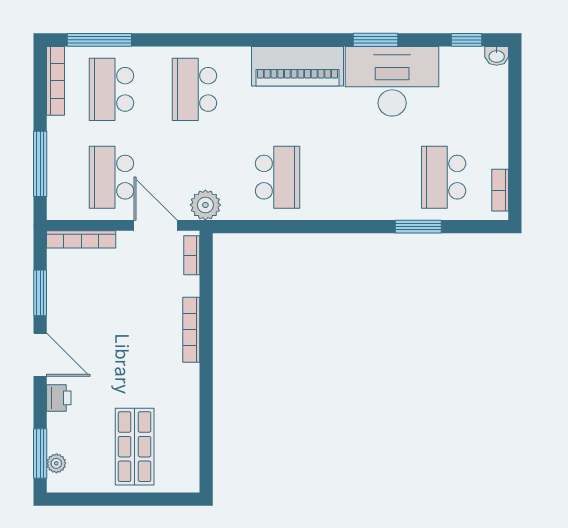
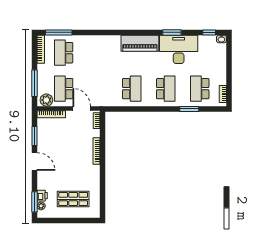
school desk: (194, 89) -> (166, 89), moved, turned 180
plant: (205, 205) -> (46, 100), moved
printer: (59, 398) -> (42, 196), moved
shop shelf: (135, 447) -> (73, 199), turned 90

